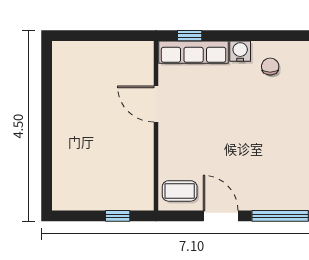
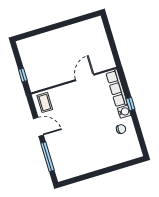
window: (190, 36) -> (130, 104), moved
door: (221, 216) -> (38, 127), hinge flipped

